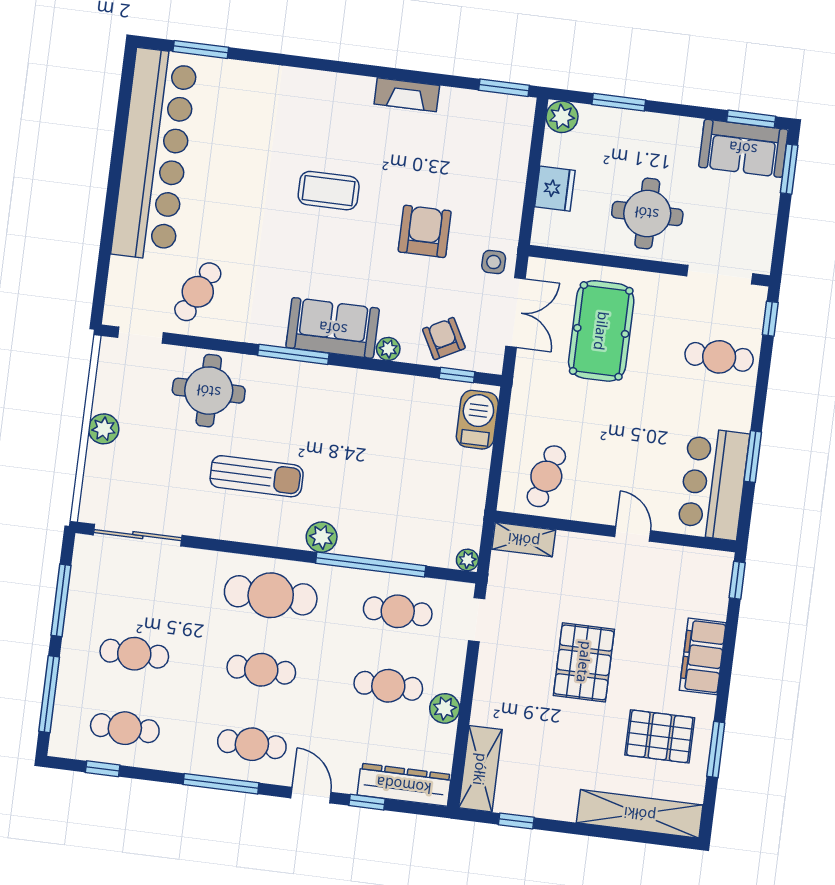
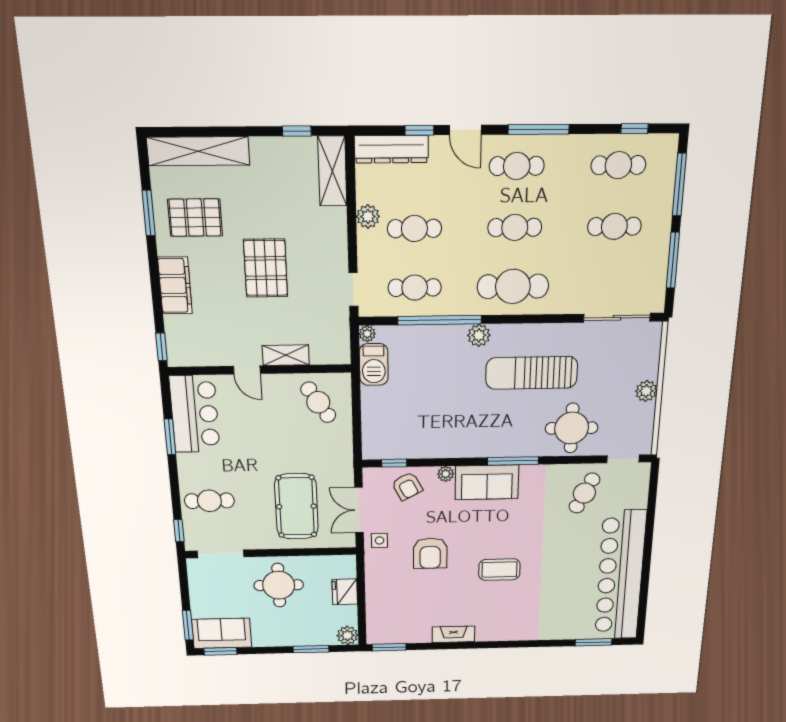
barbecue: (477, 420) -> (374, 365), moved
sun lounger: (257, 476) -> (532, 373), width x1.36, depth x1.34
cafe table: (546, 476) -> (318, 402), turned -48
shelving: (524, 540) -> (286, 355), moved

